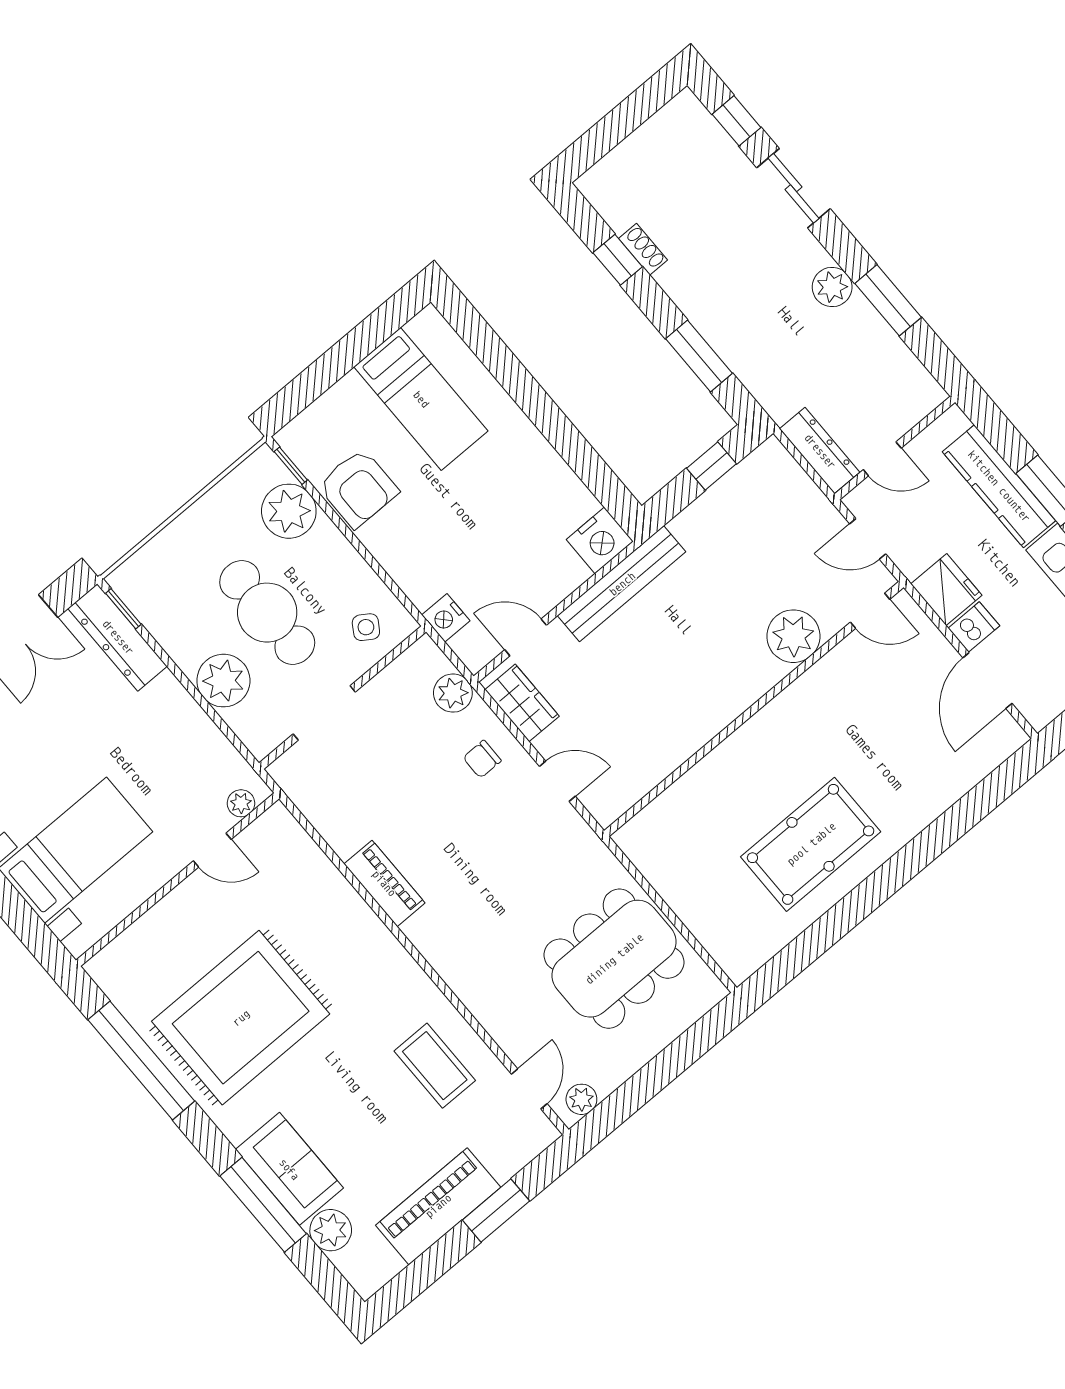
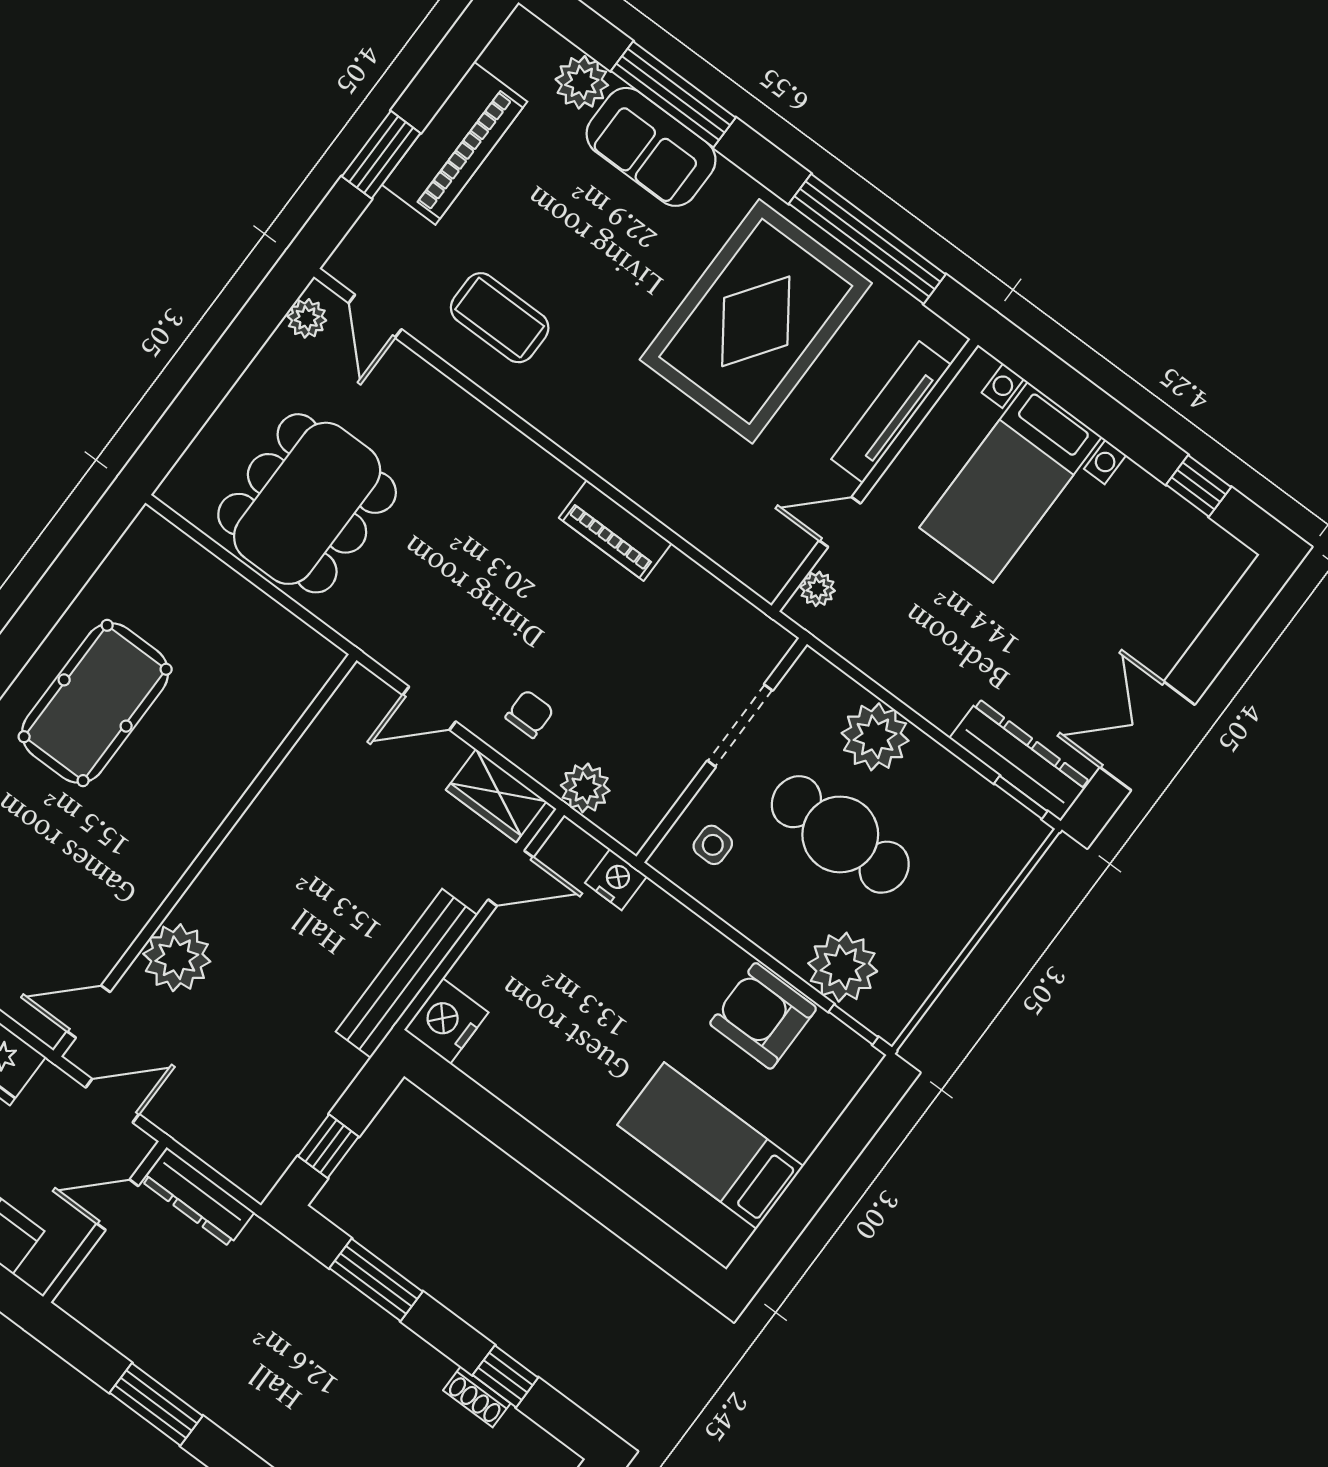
plant: (832, 287) -> (230, 1405), removed
side table: (366, 627) -> (713, 845), turned -33
tv unit: (154, 925) -> (891, 412), added

